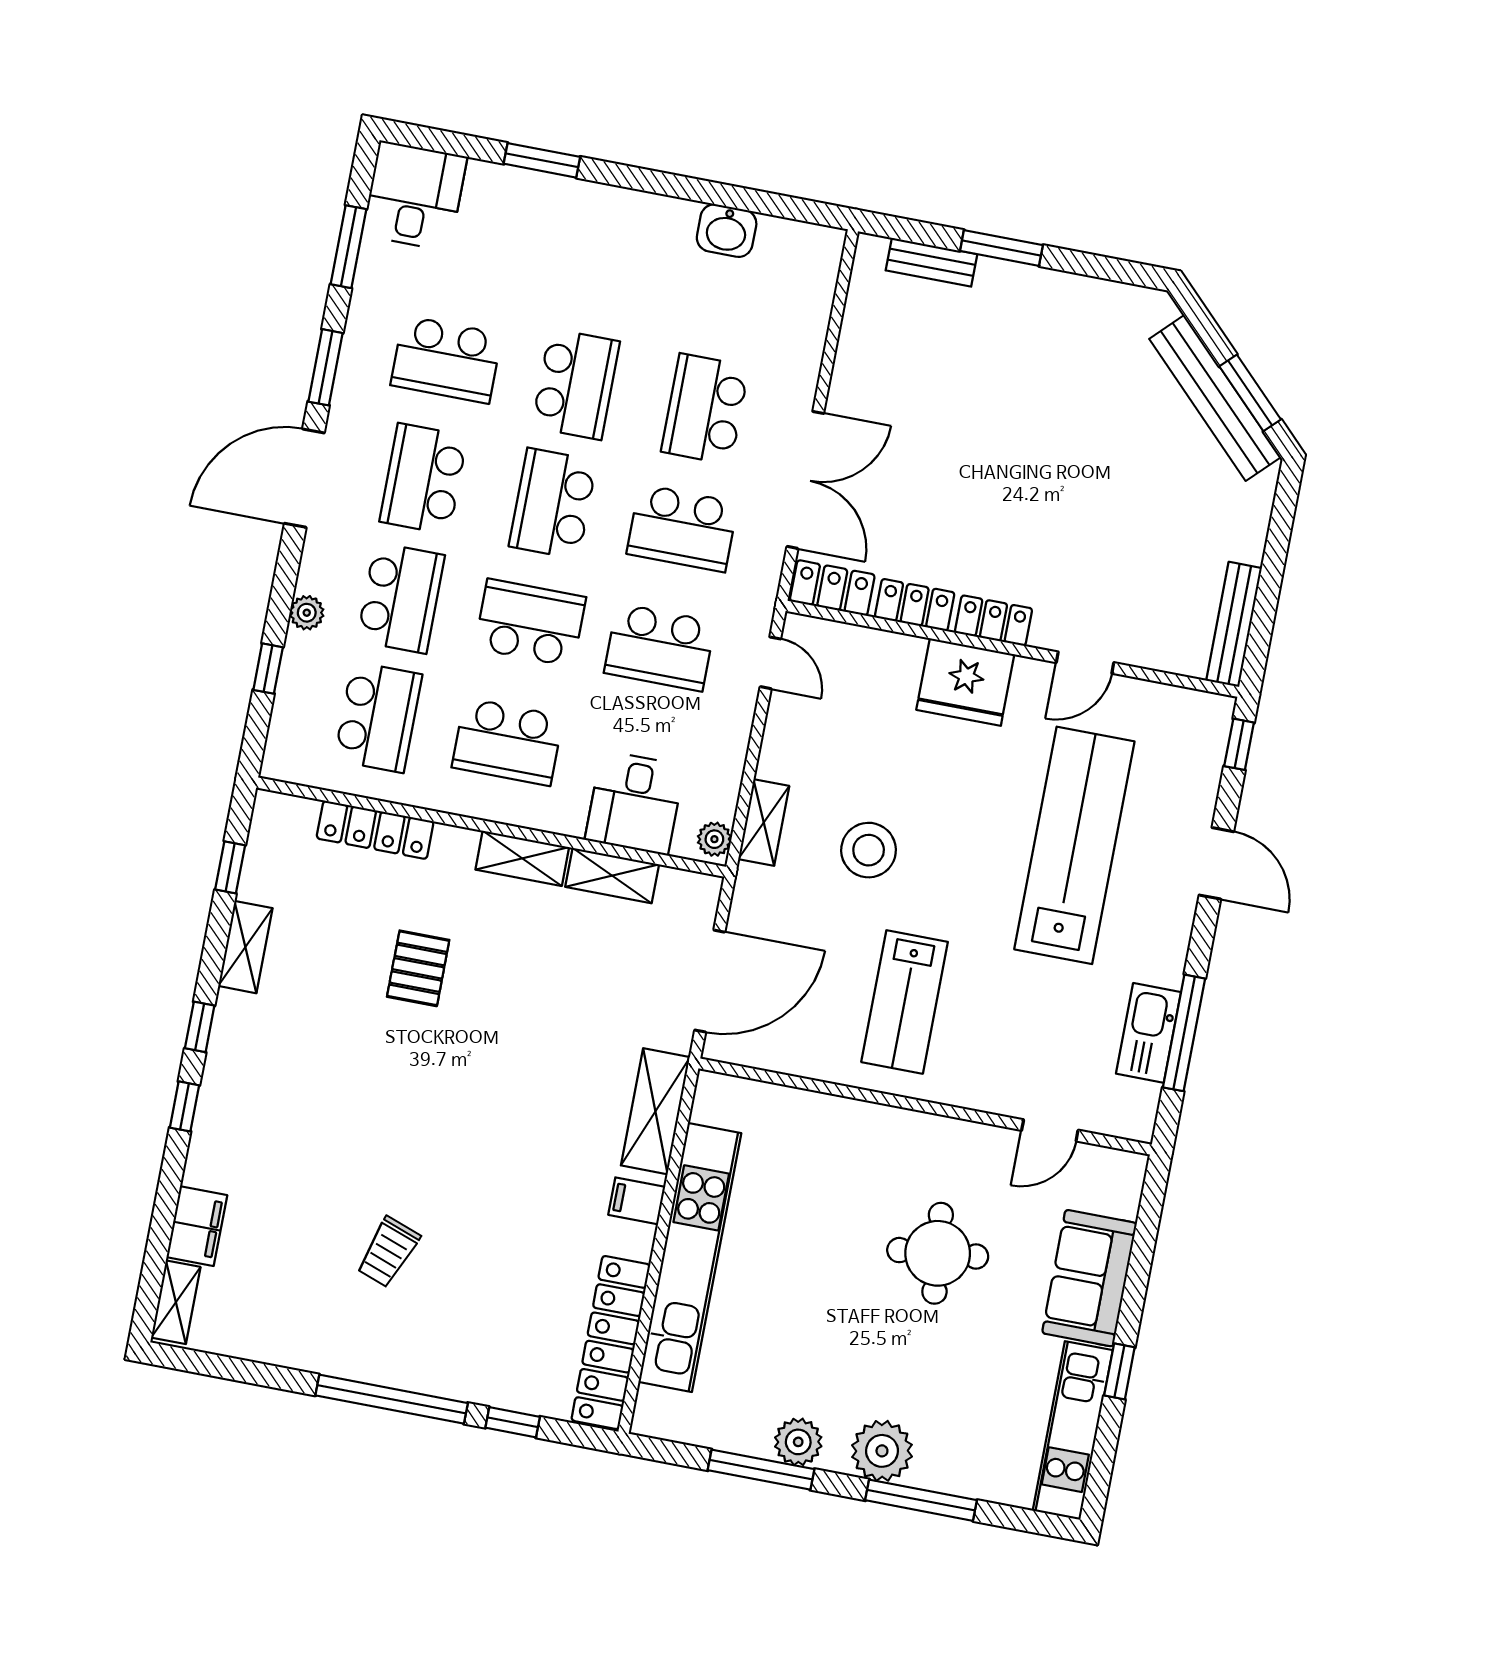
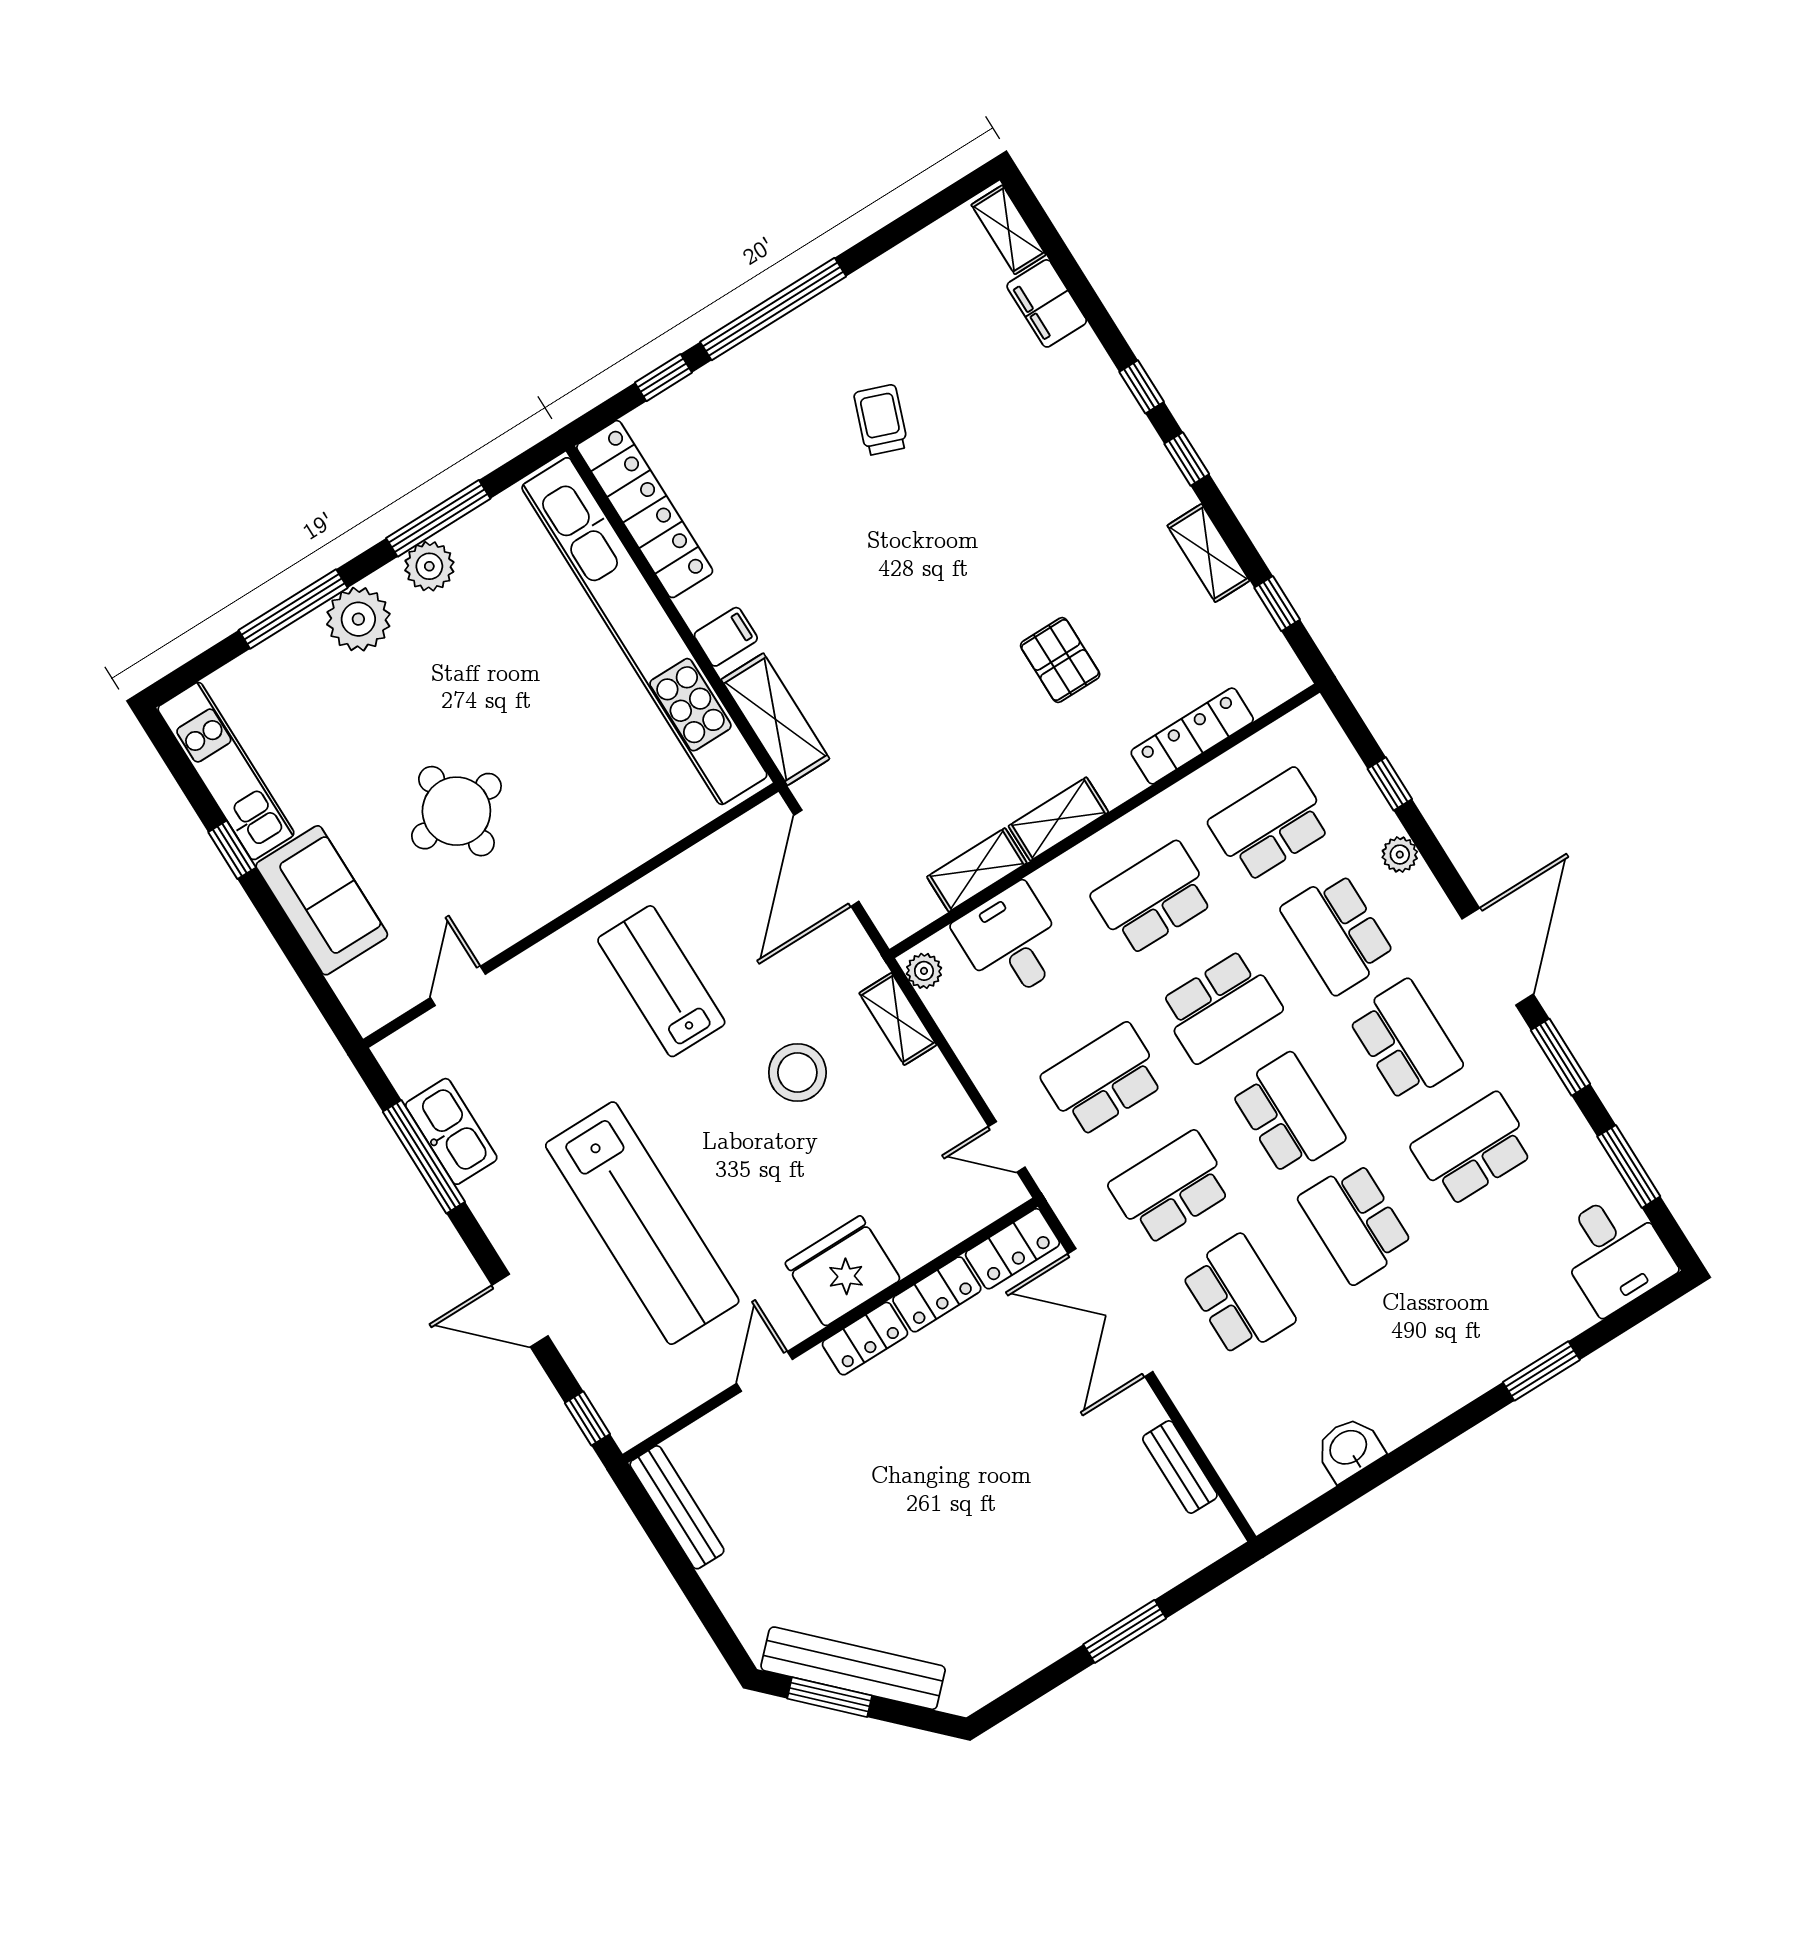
bench: (931, 262) -> (1180, 1467), moved, turned 90
school desk: (378, 717) -> (1270, 825), turned 90
kitchen unit: (690, 1257) -> (644, 631), width x1.36

